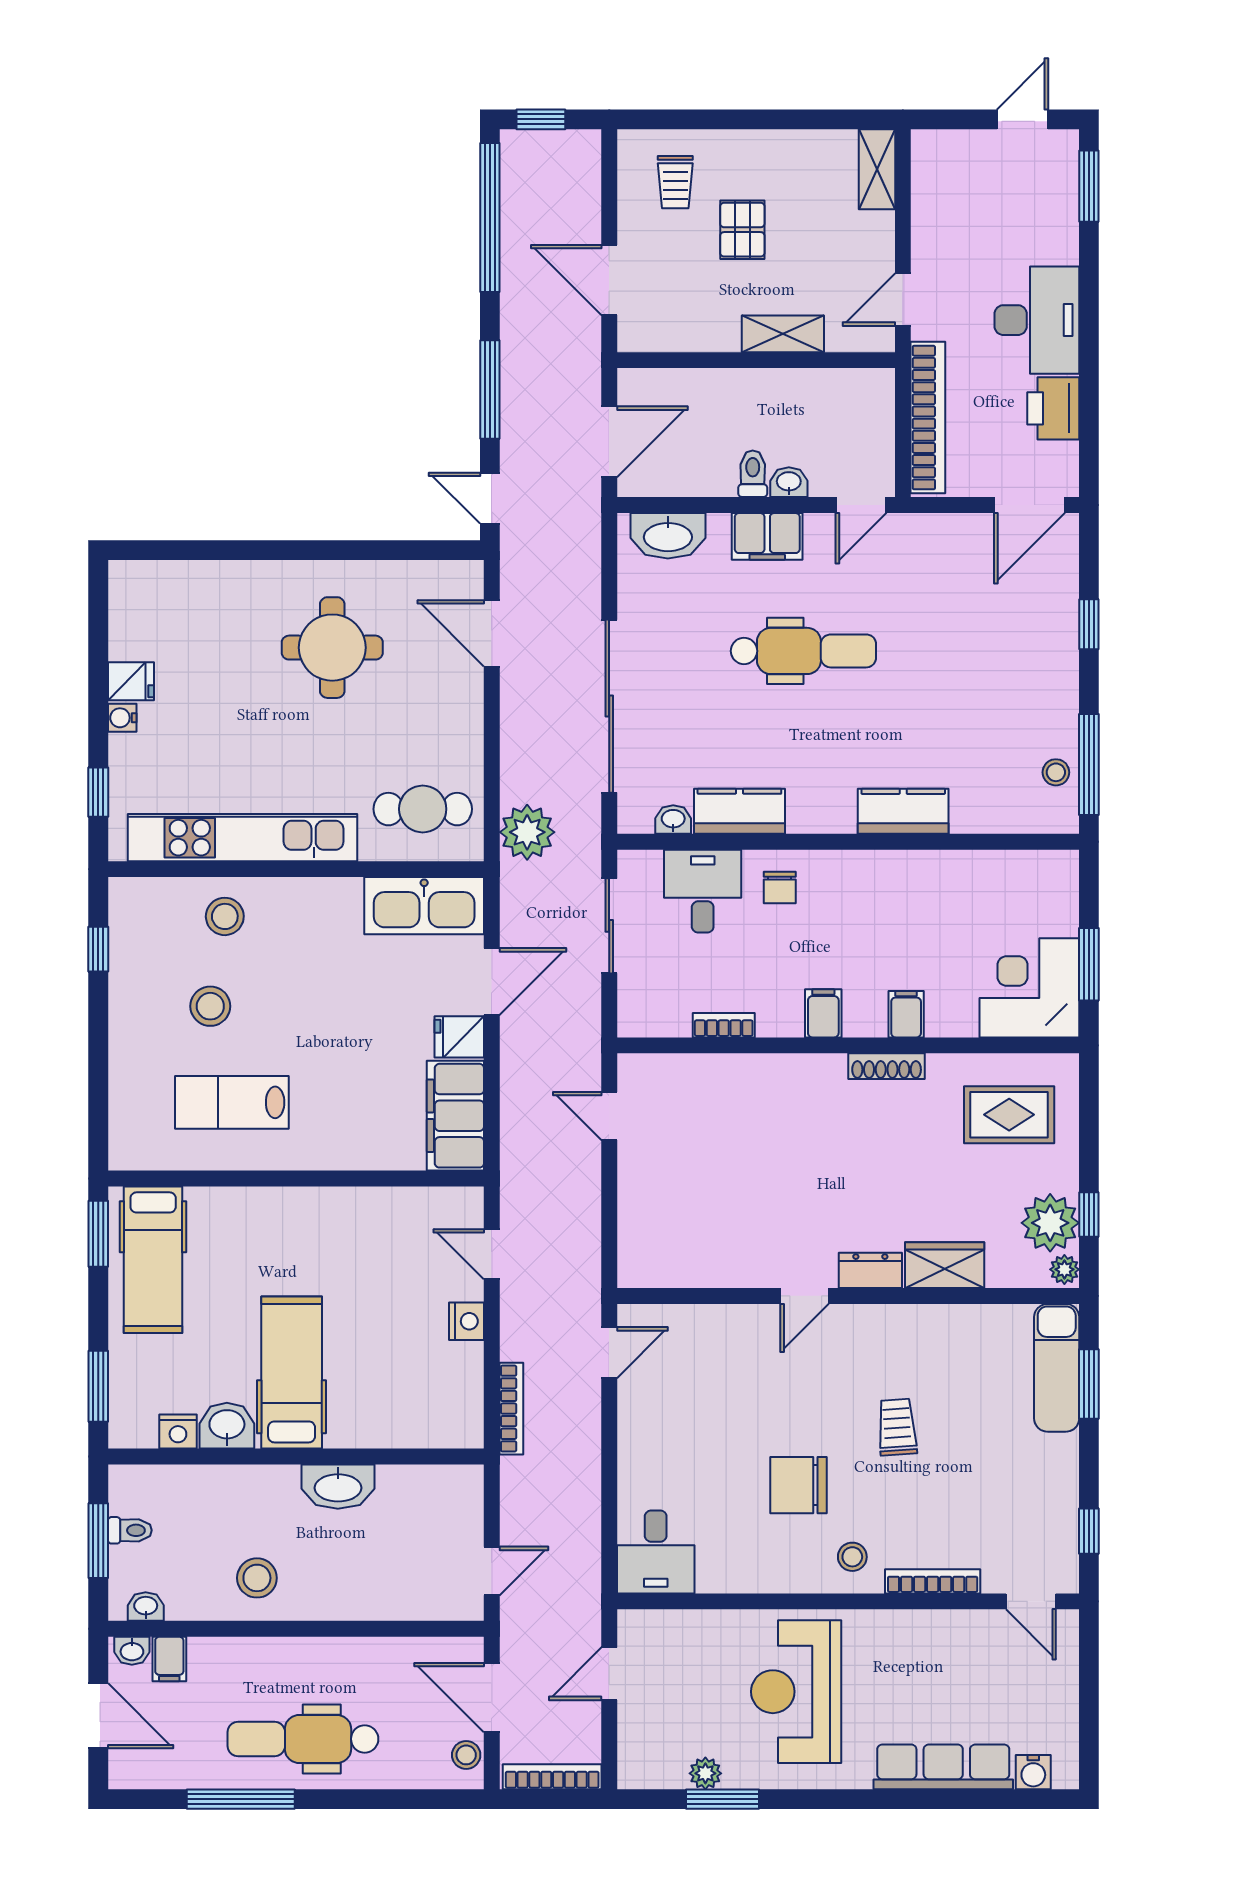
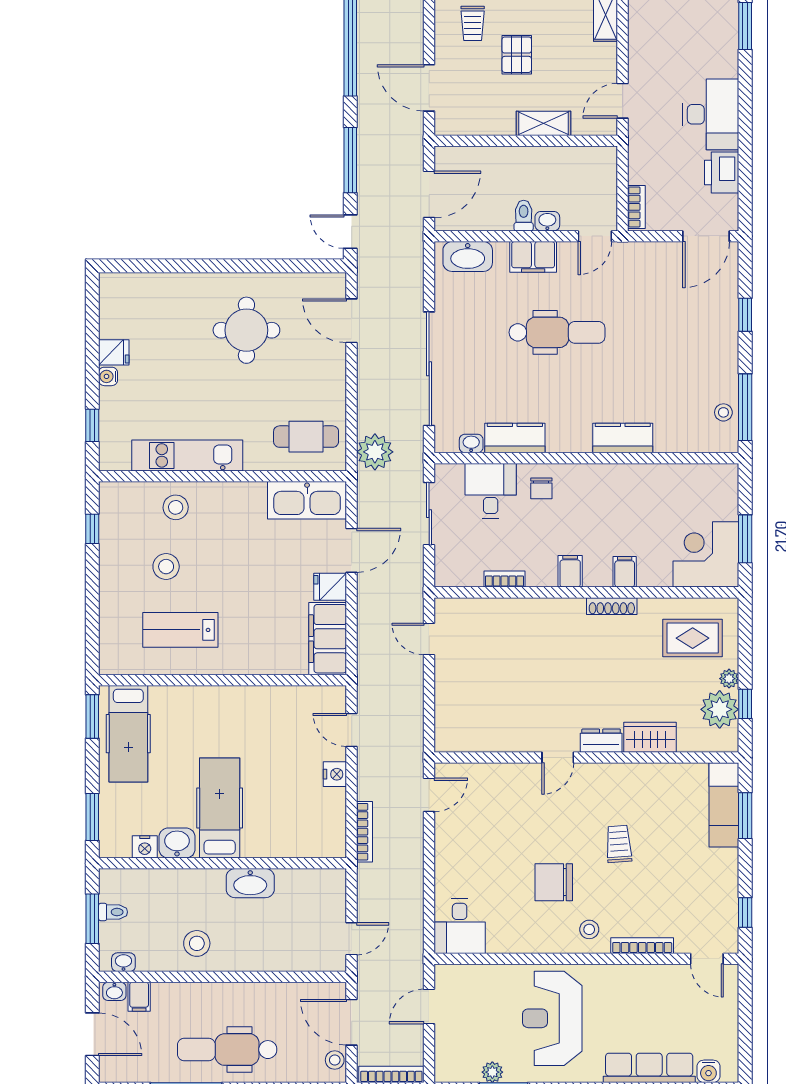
bookcase: (928, 418) -> (636, 207), width x0.43, depth x0.76
kitchen unit: (242, 838) -> (187, 455), width x0.73
plant: (1064, 1269) -> (729, 679), moved

